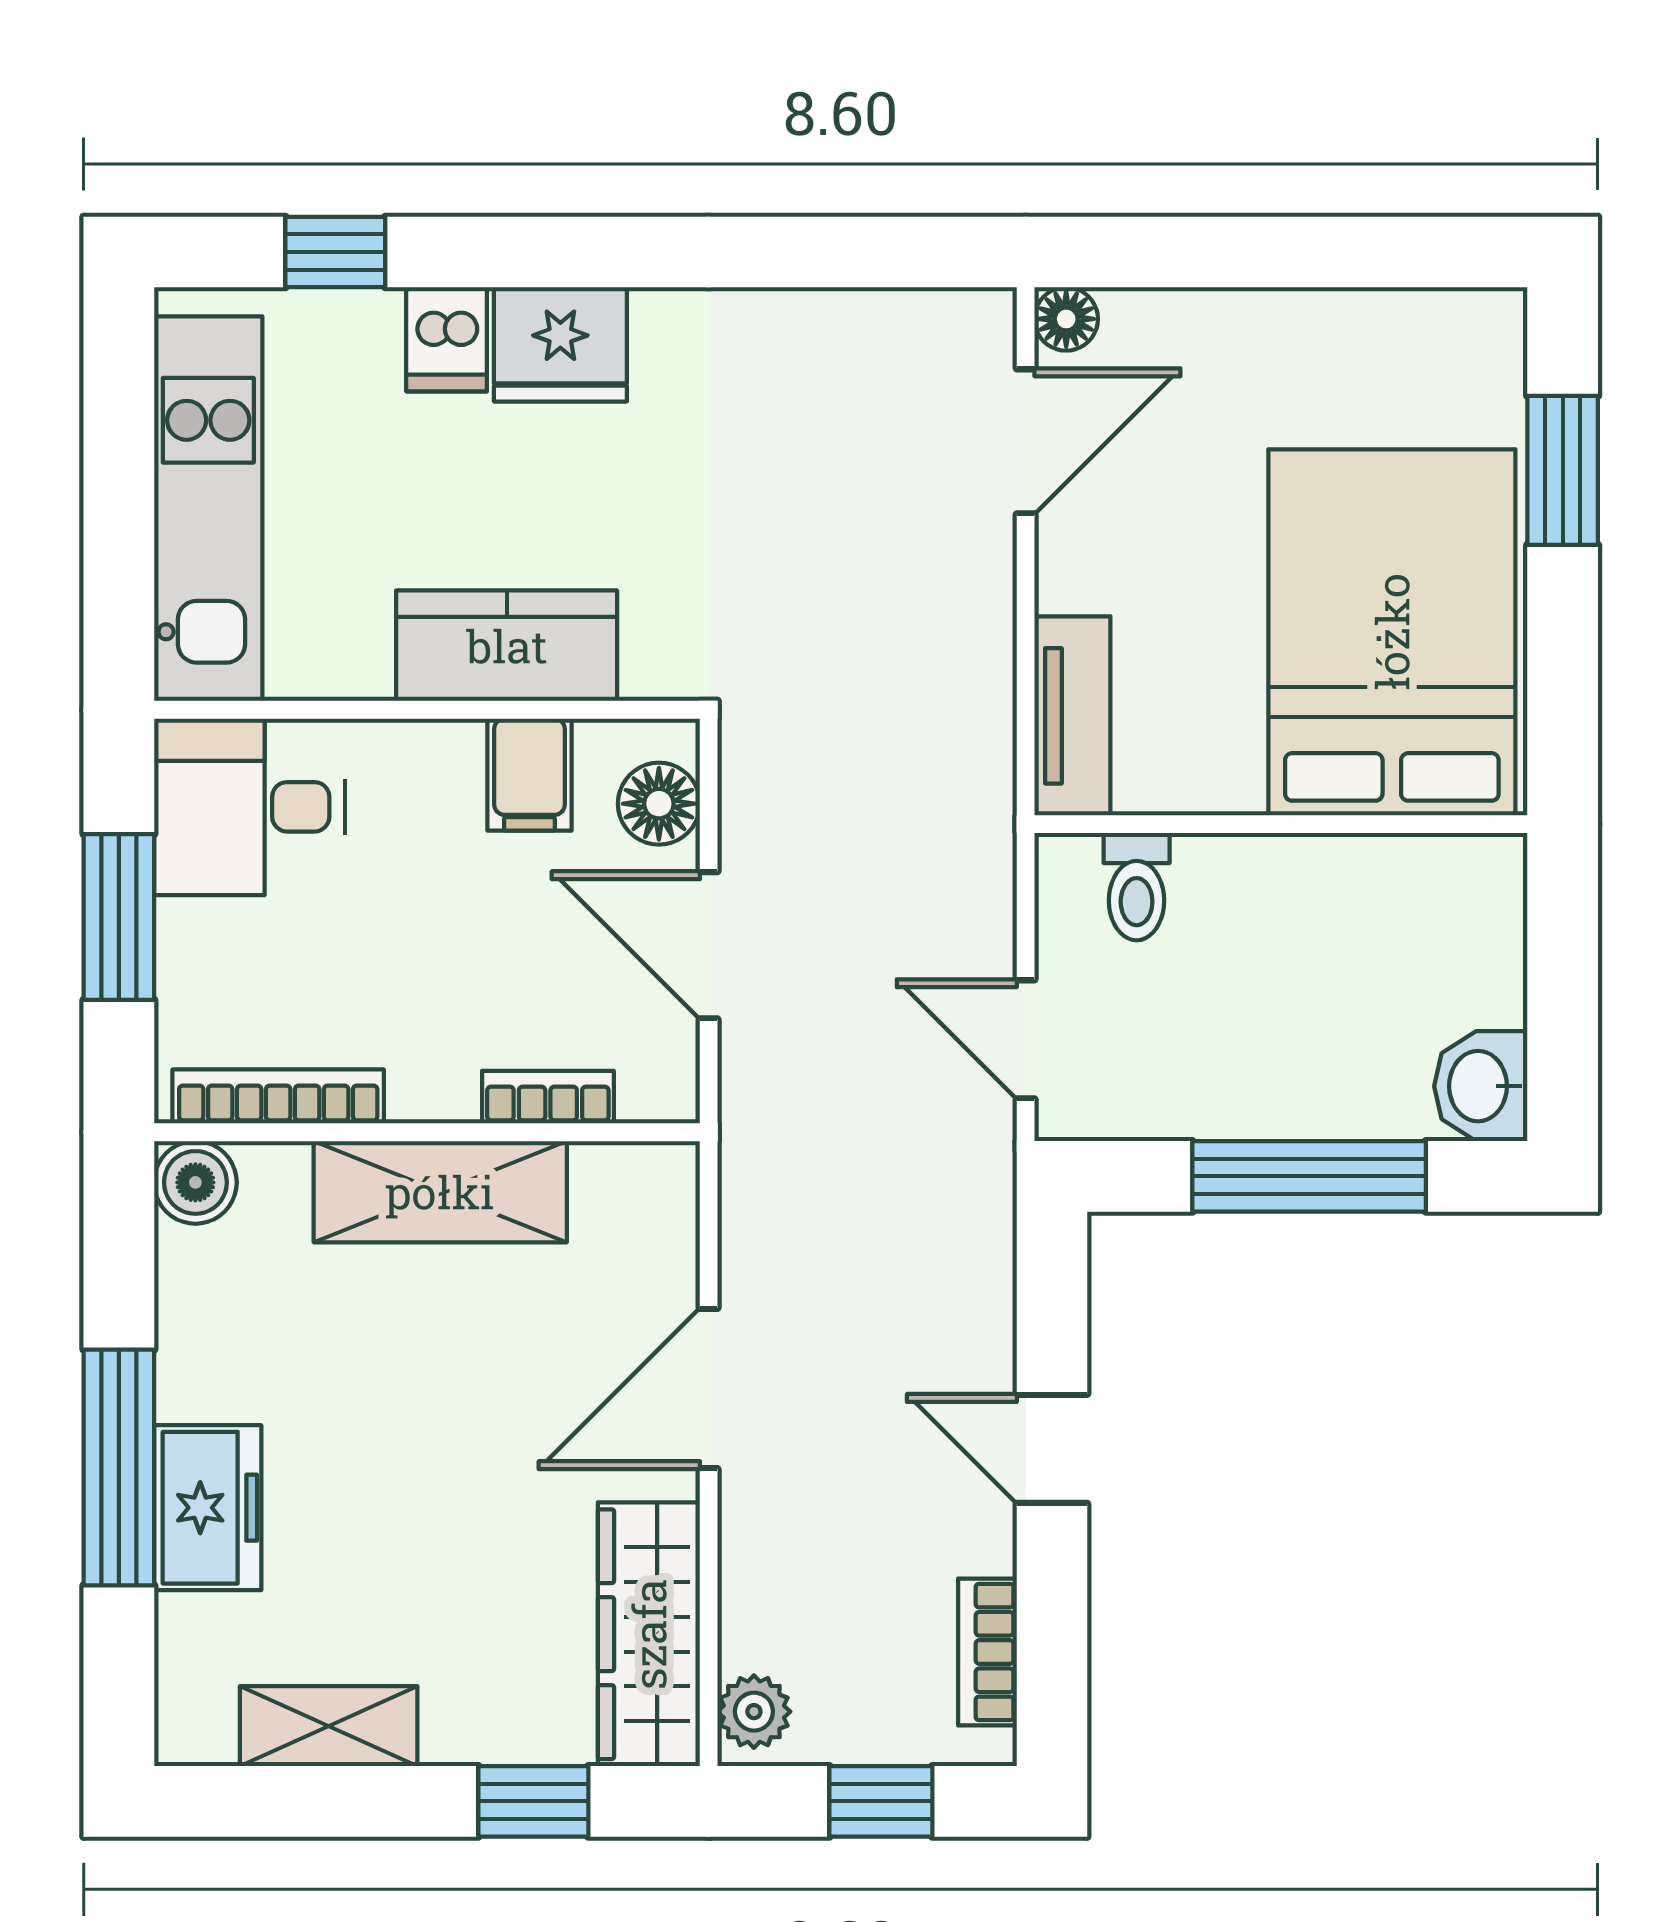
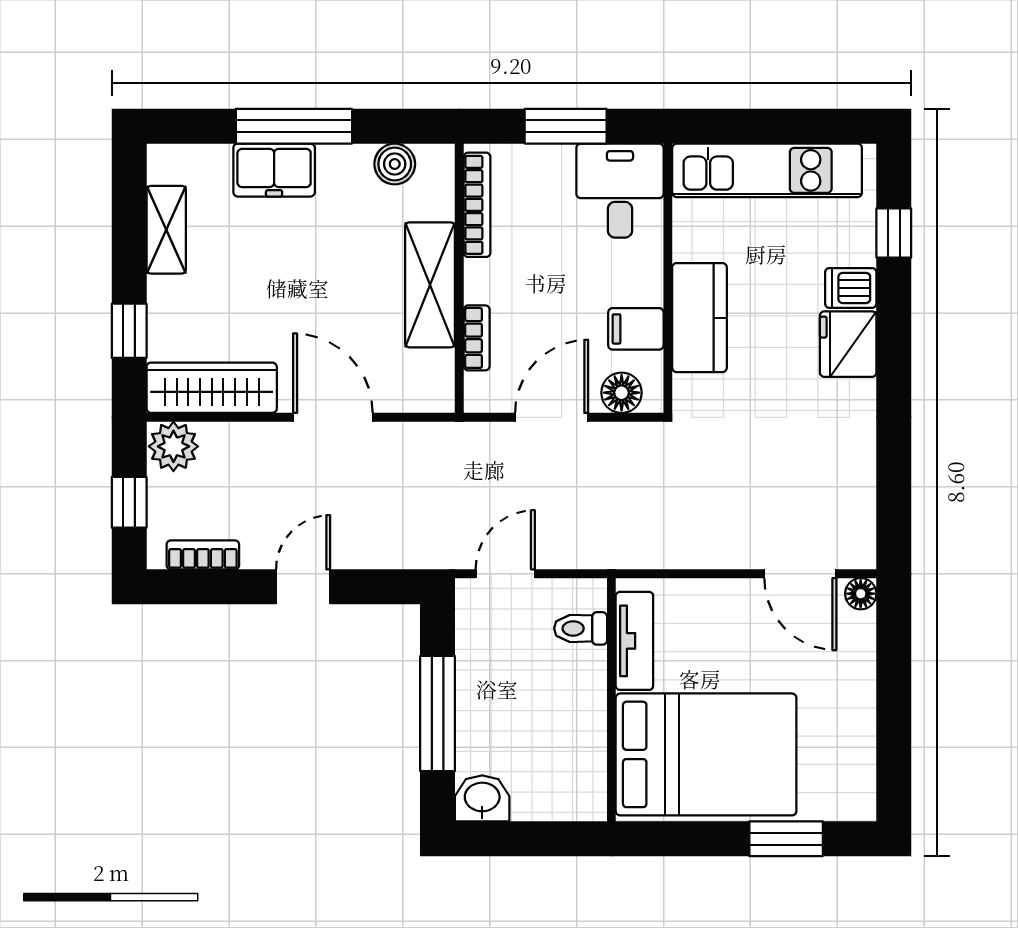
tv unit: (1072, 716) -> (634, 641), moved, turned -90
boiler: (195, 1182) -> (395, 164), moved
plant: (754, 1712) -> (173, 446), width x1.38, depth x1.38

